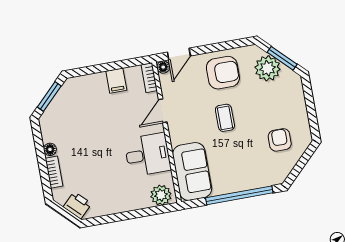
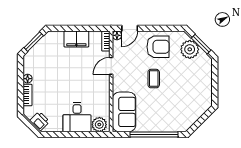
filing cabinet: (116, 81) -> (76, 39), width x2.00
armchair: (280, 140) -> (189, 101), removed
desk: (148, 155) -> (77, 117), moved, turned 90

